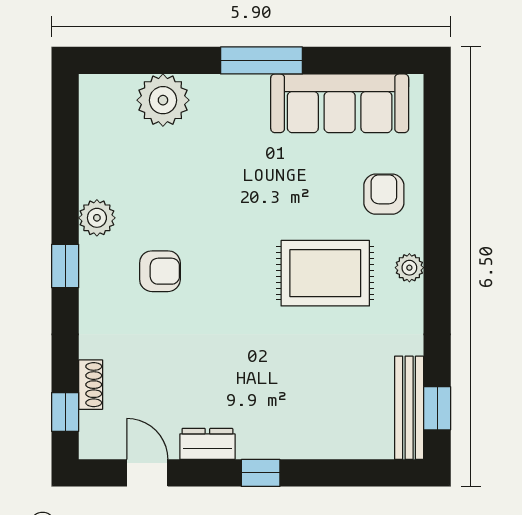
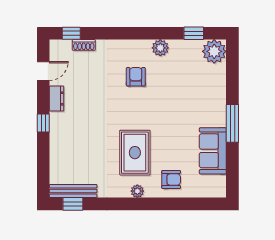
plant: (163, 100) -> (214, 51), moved
sofa: (340, 103) -> (213, 151), width x0.73
window: (65, 266) -> (194, 33), moved
armchair: (160, 271) -> (136, 77), turned 180

